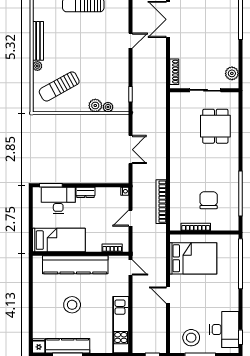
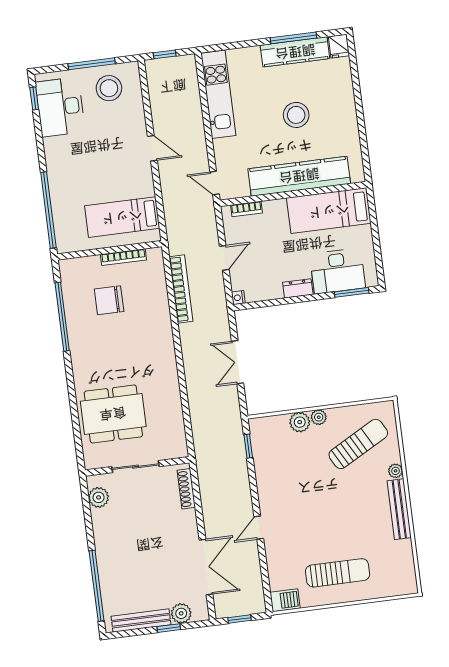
plant: (108, 107) -> (319, 417), moved
dining table: (215, 126) -> (113, 414), width x1.38
chair: (209, 200) -> (109, 300), turned 90
bed: (193, 258) -> (122, 217), width x0.67

